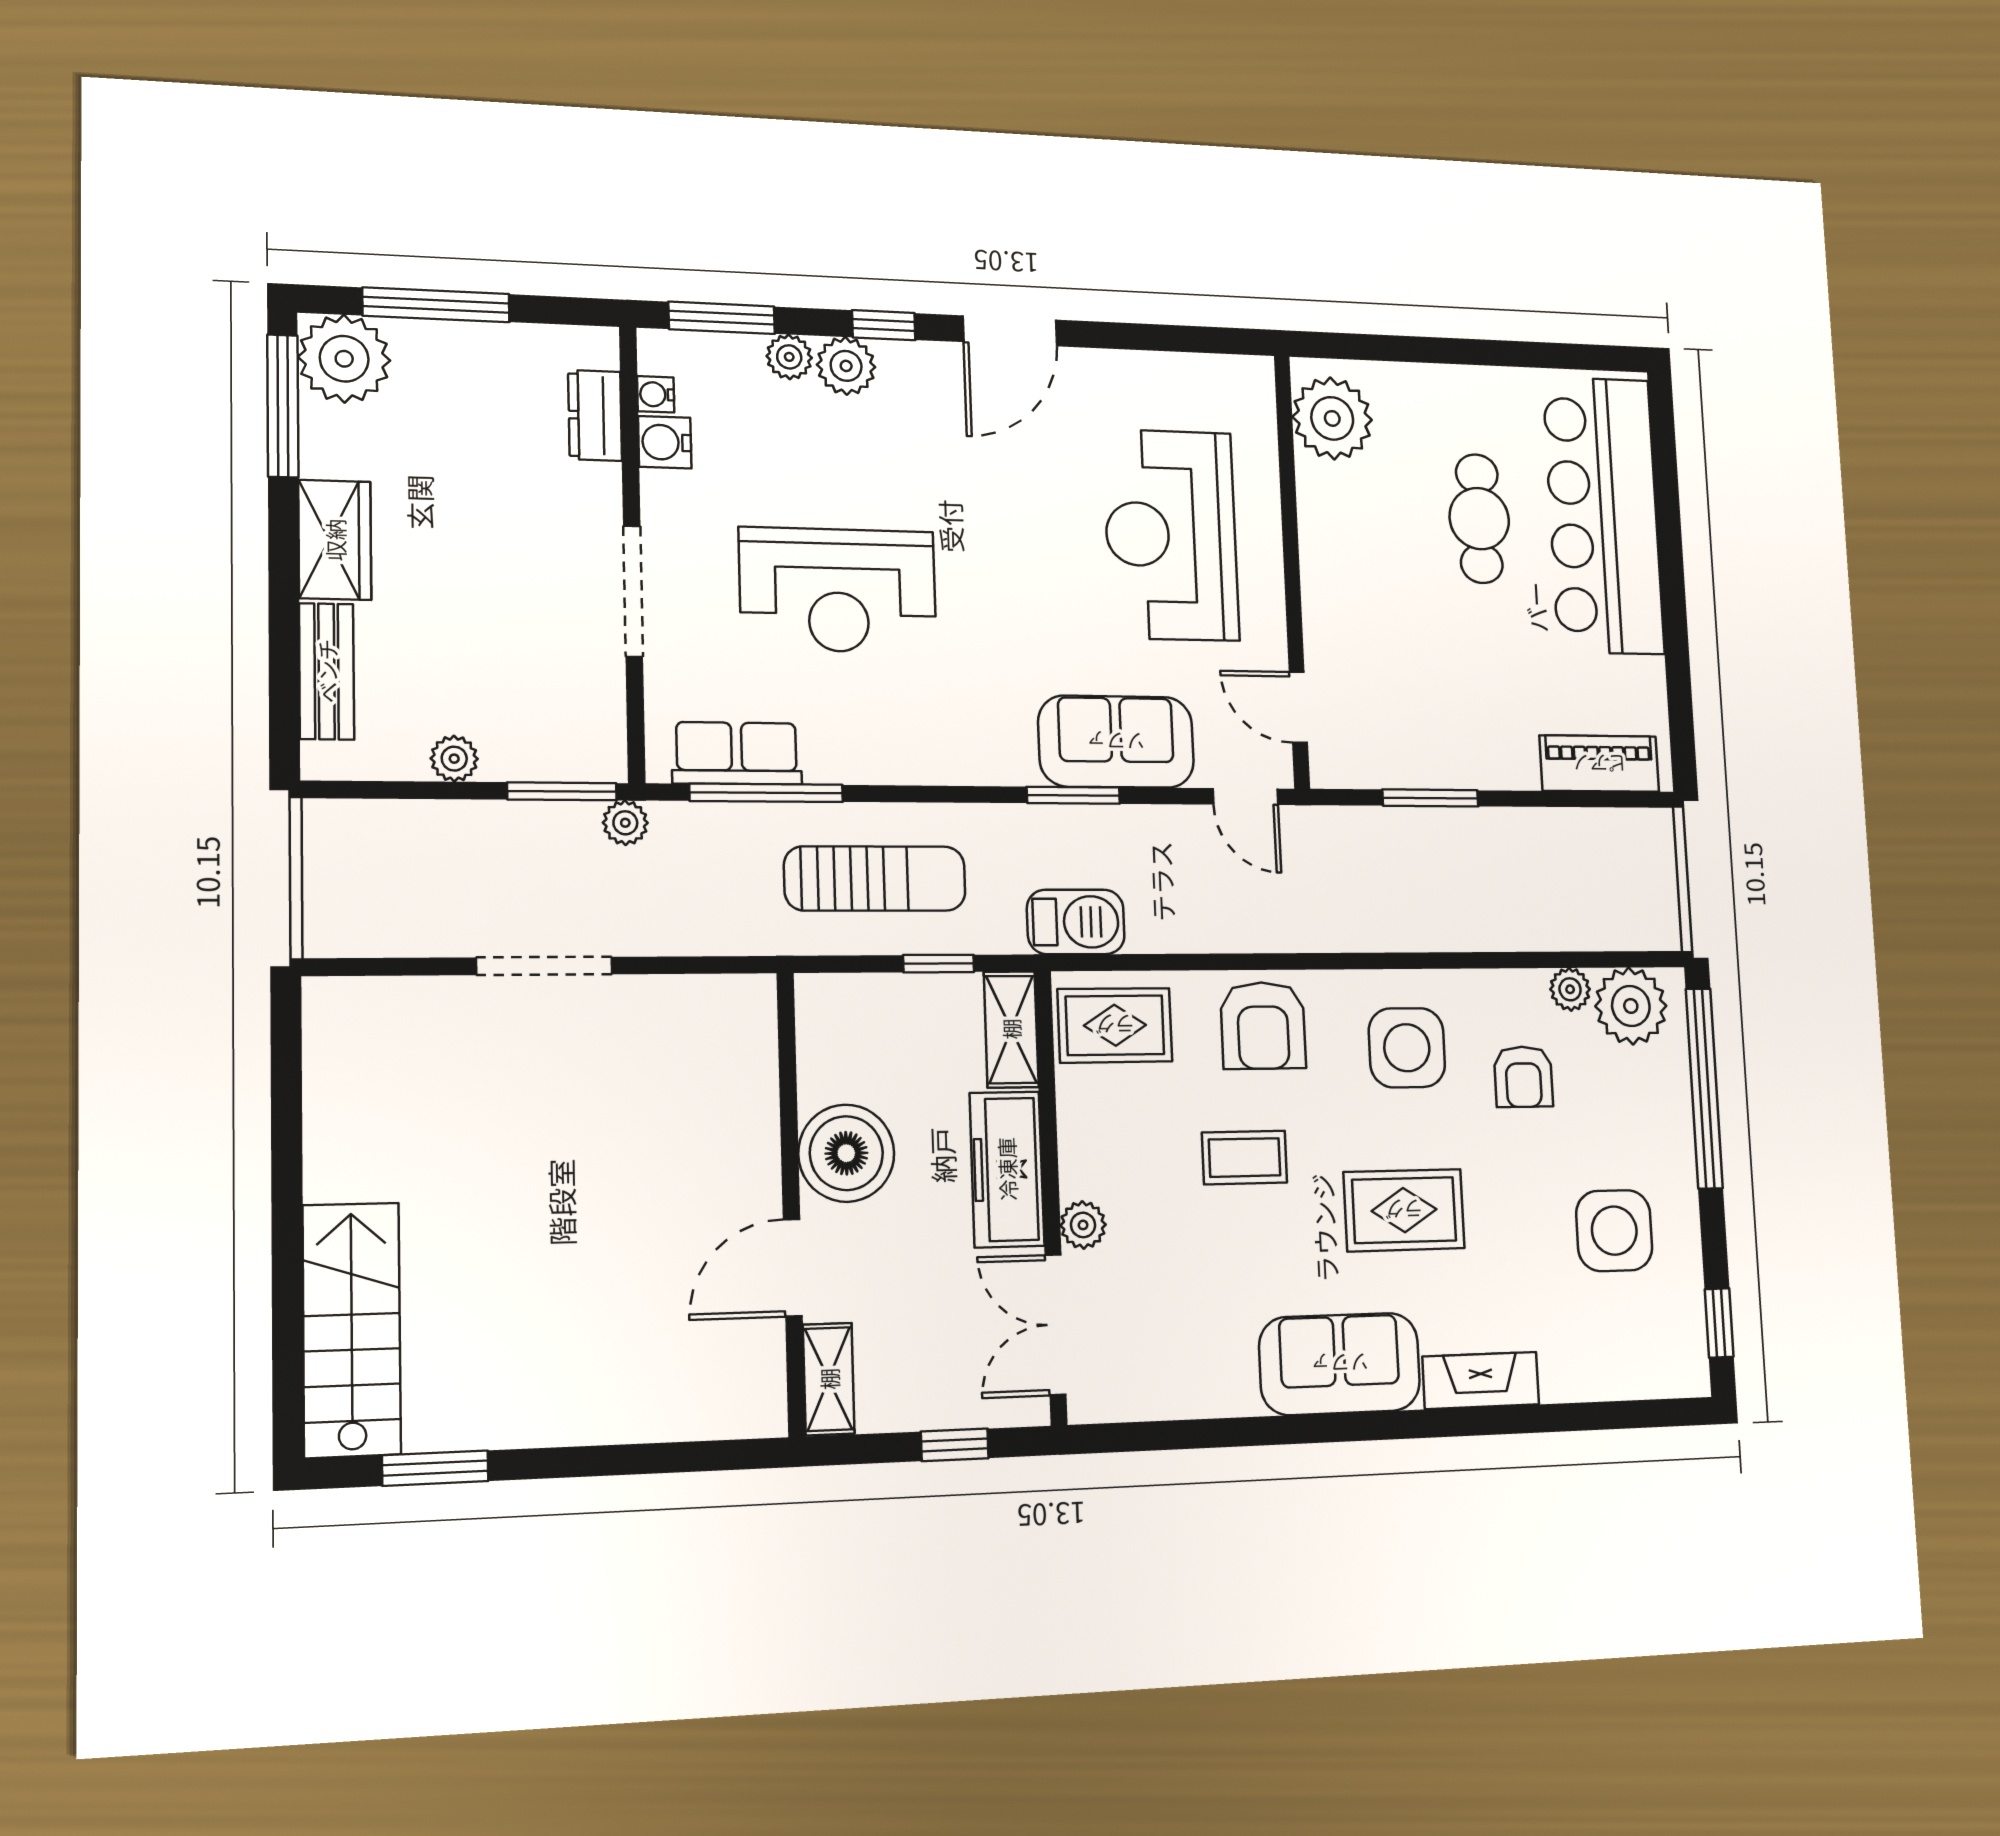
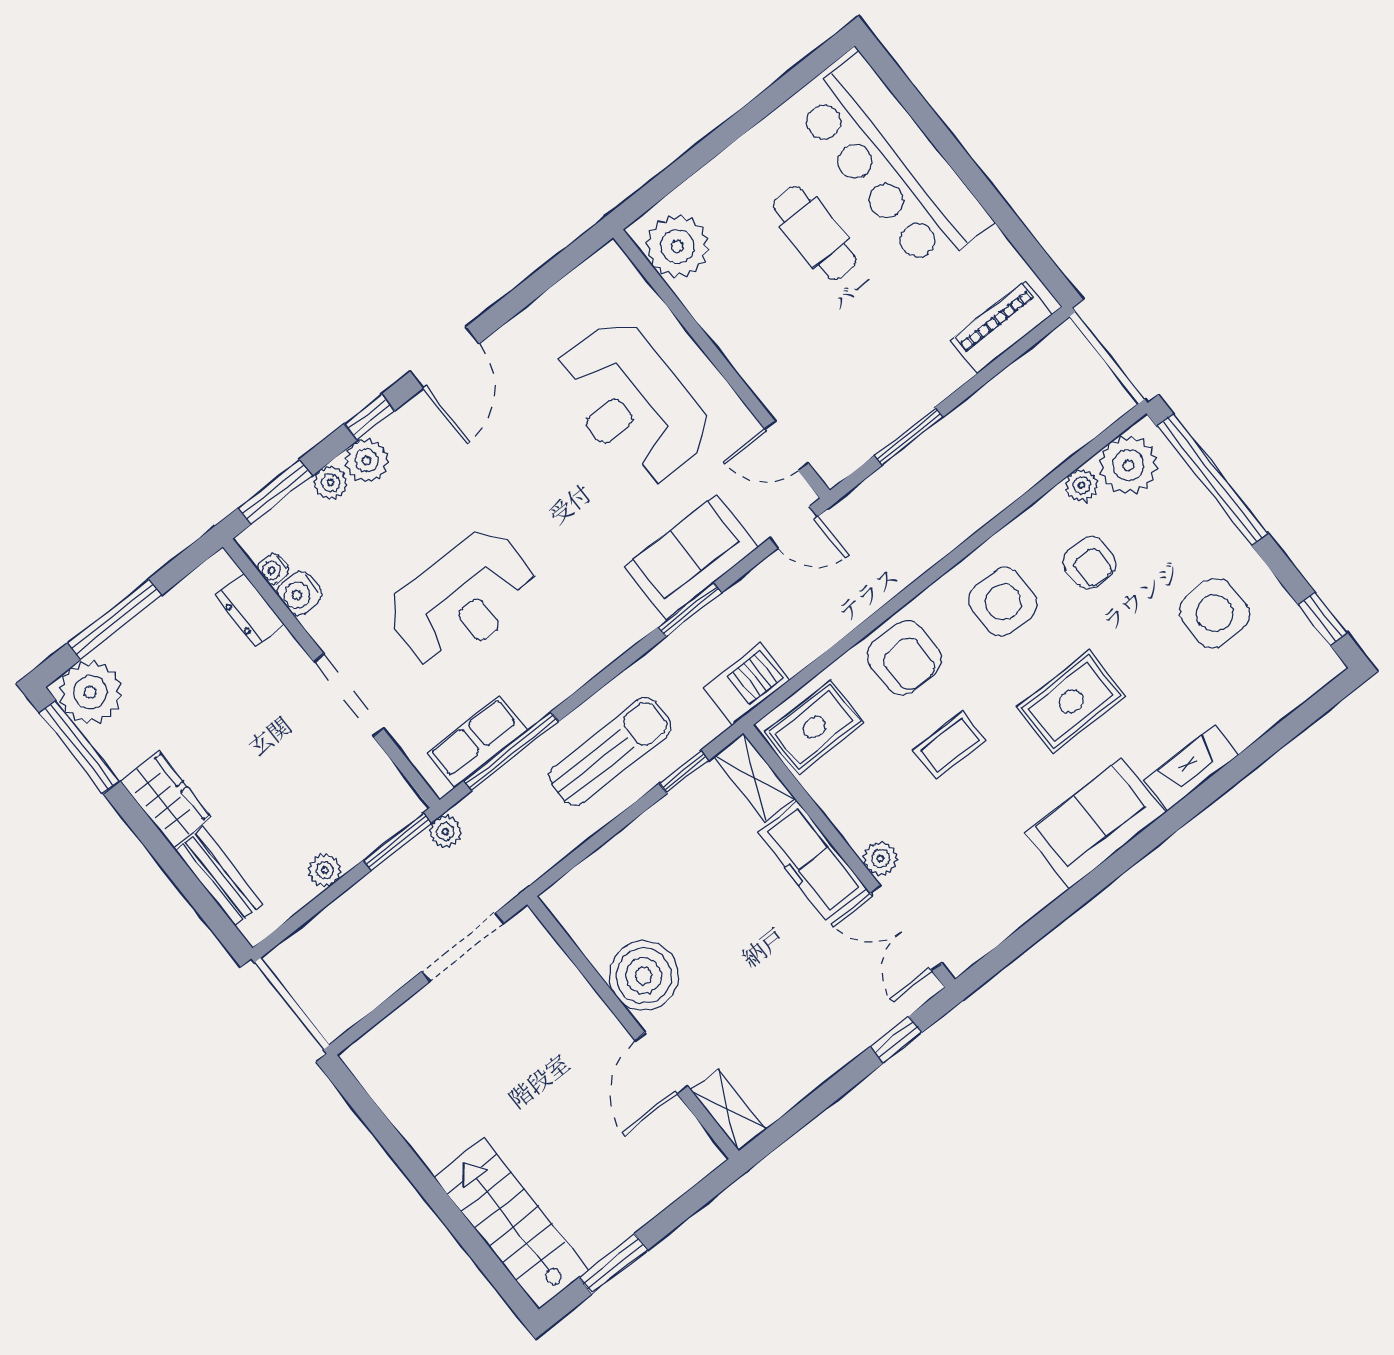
boiler: (846, 1153) -> (644, 976), moved
wall: (791, 1203) -> (633, 1028), moved
door: (793, 1268) -> (661, 1063), moved
shelving: (829, 1379) -> (728, 1110), moved

